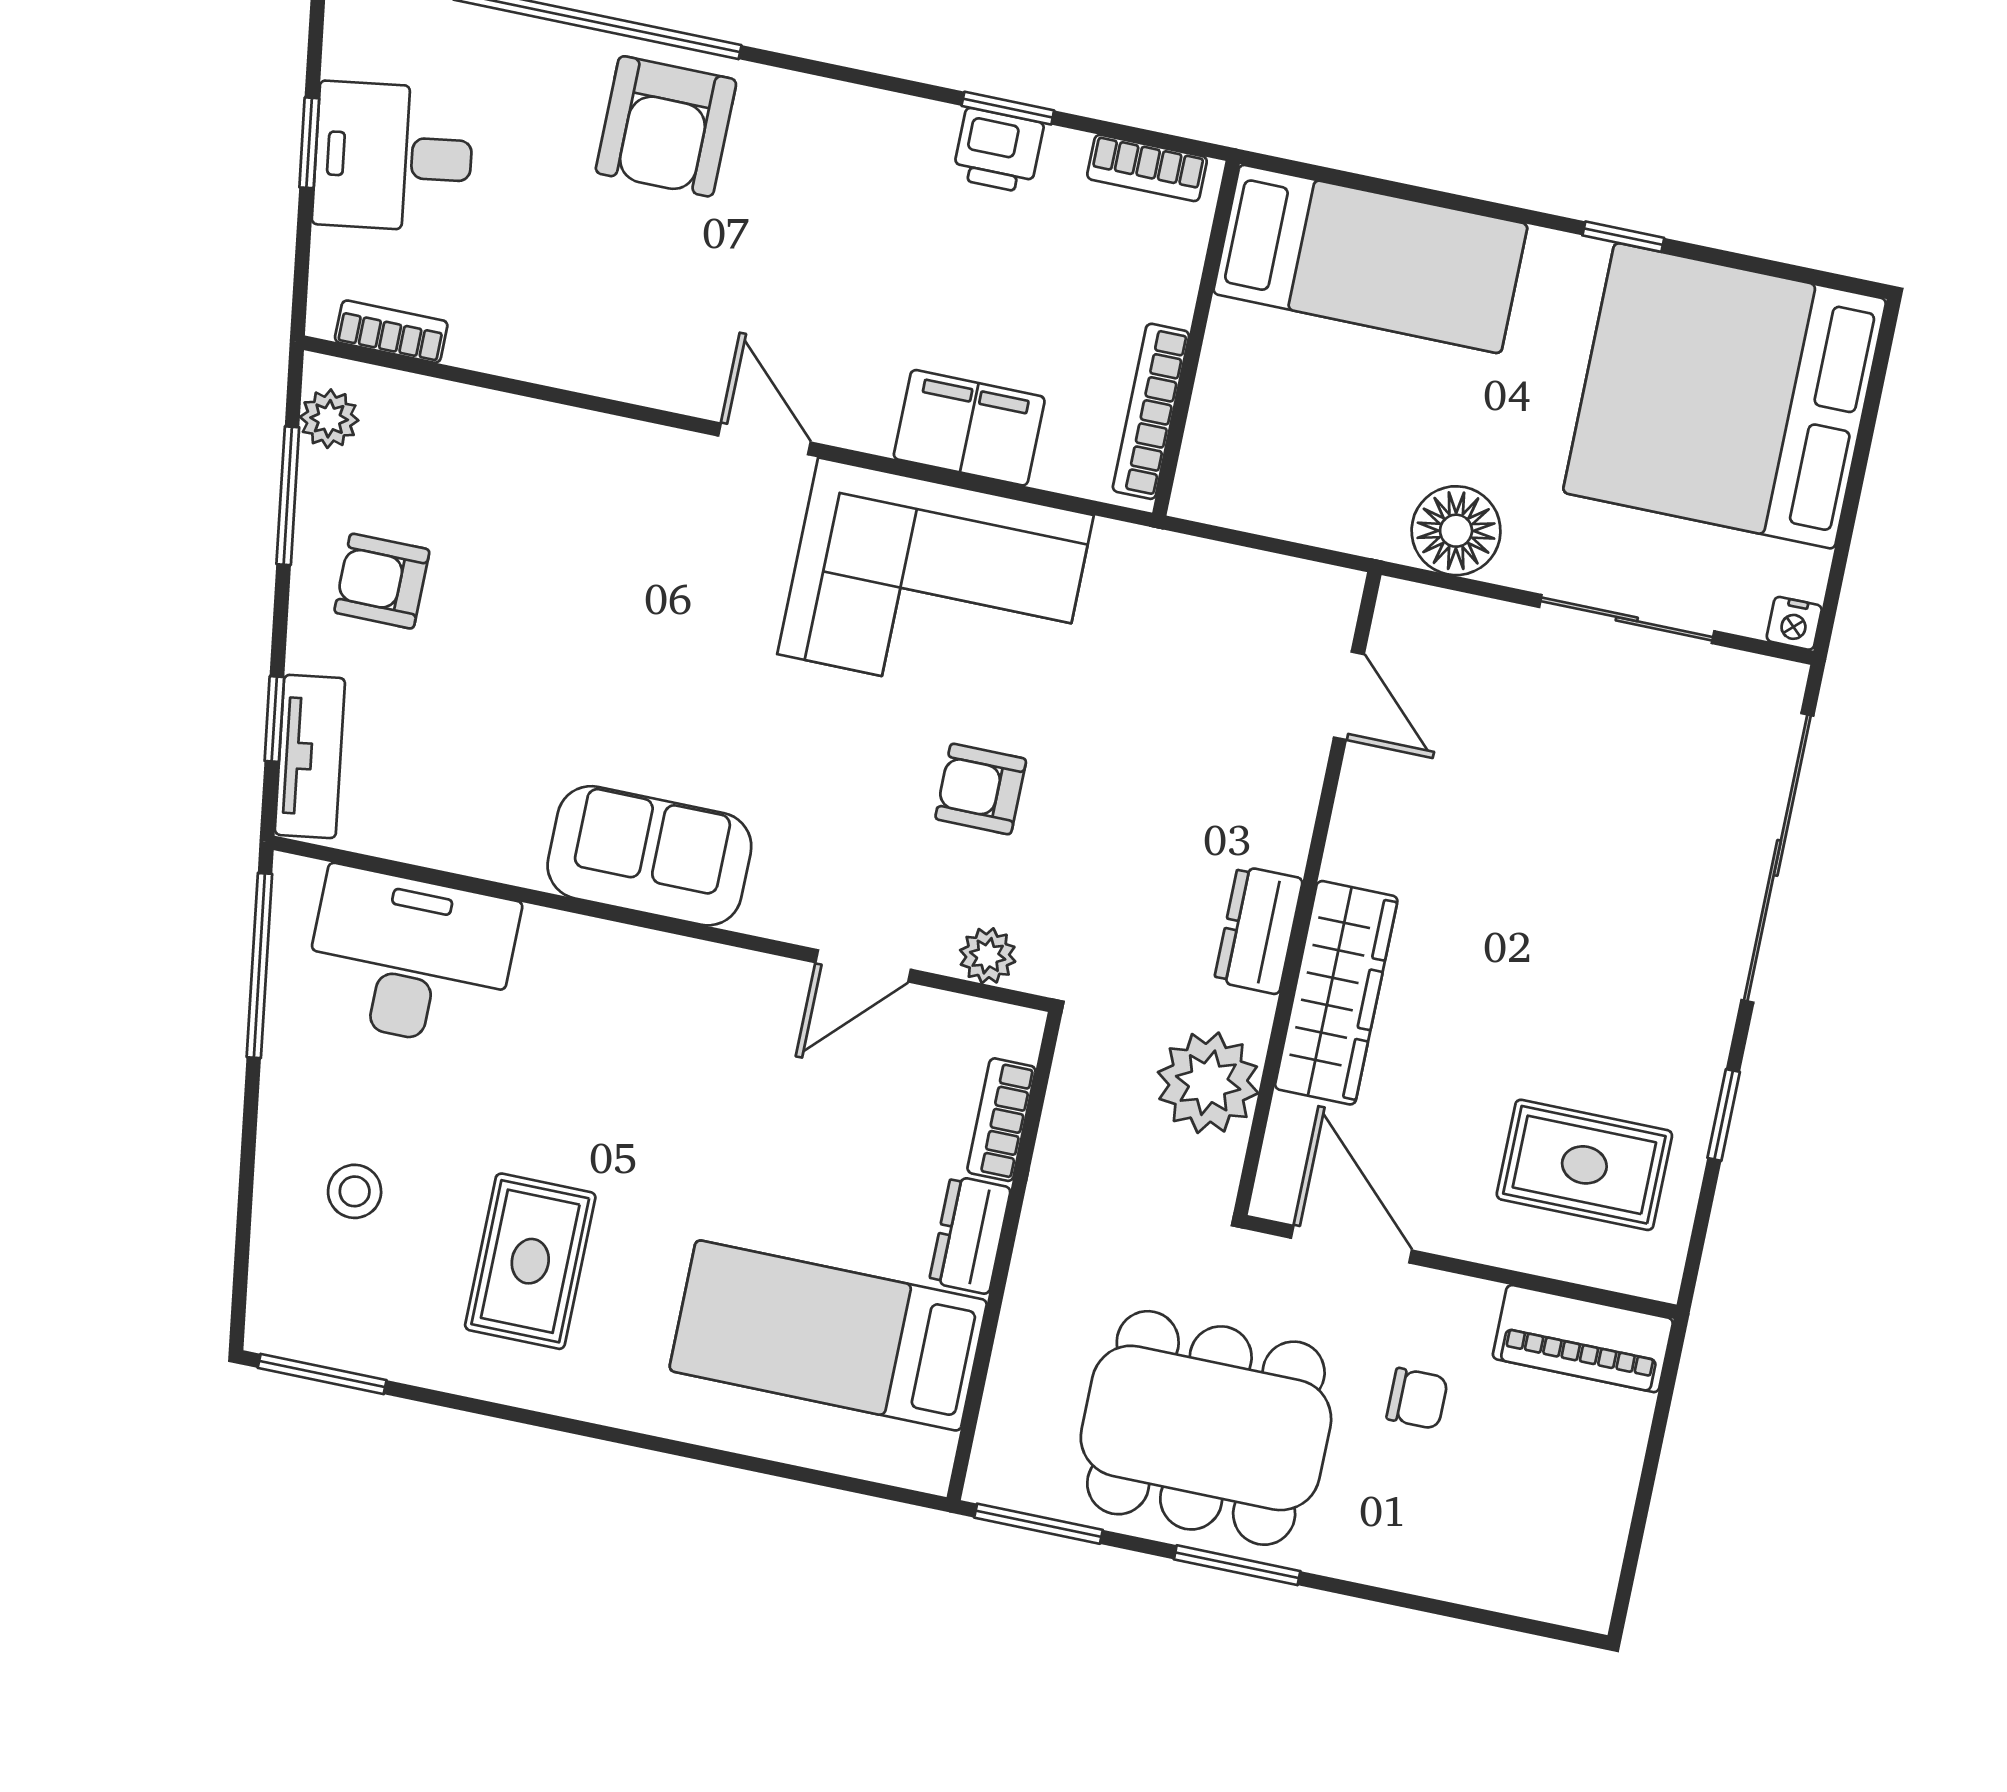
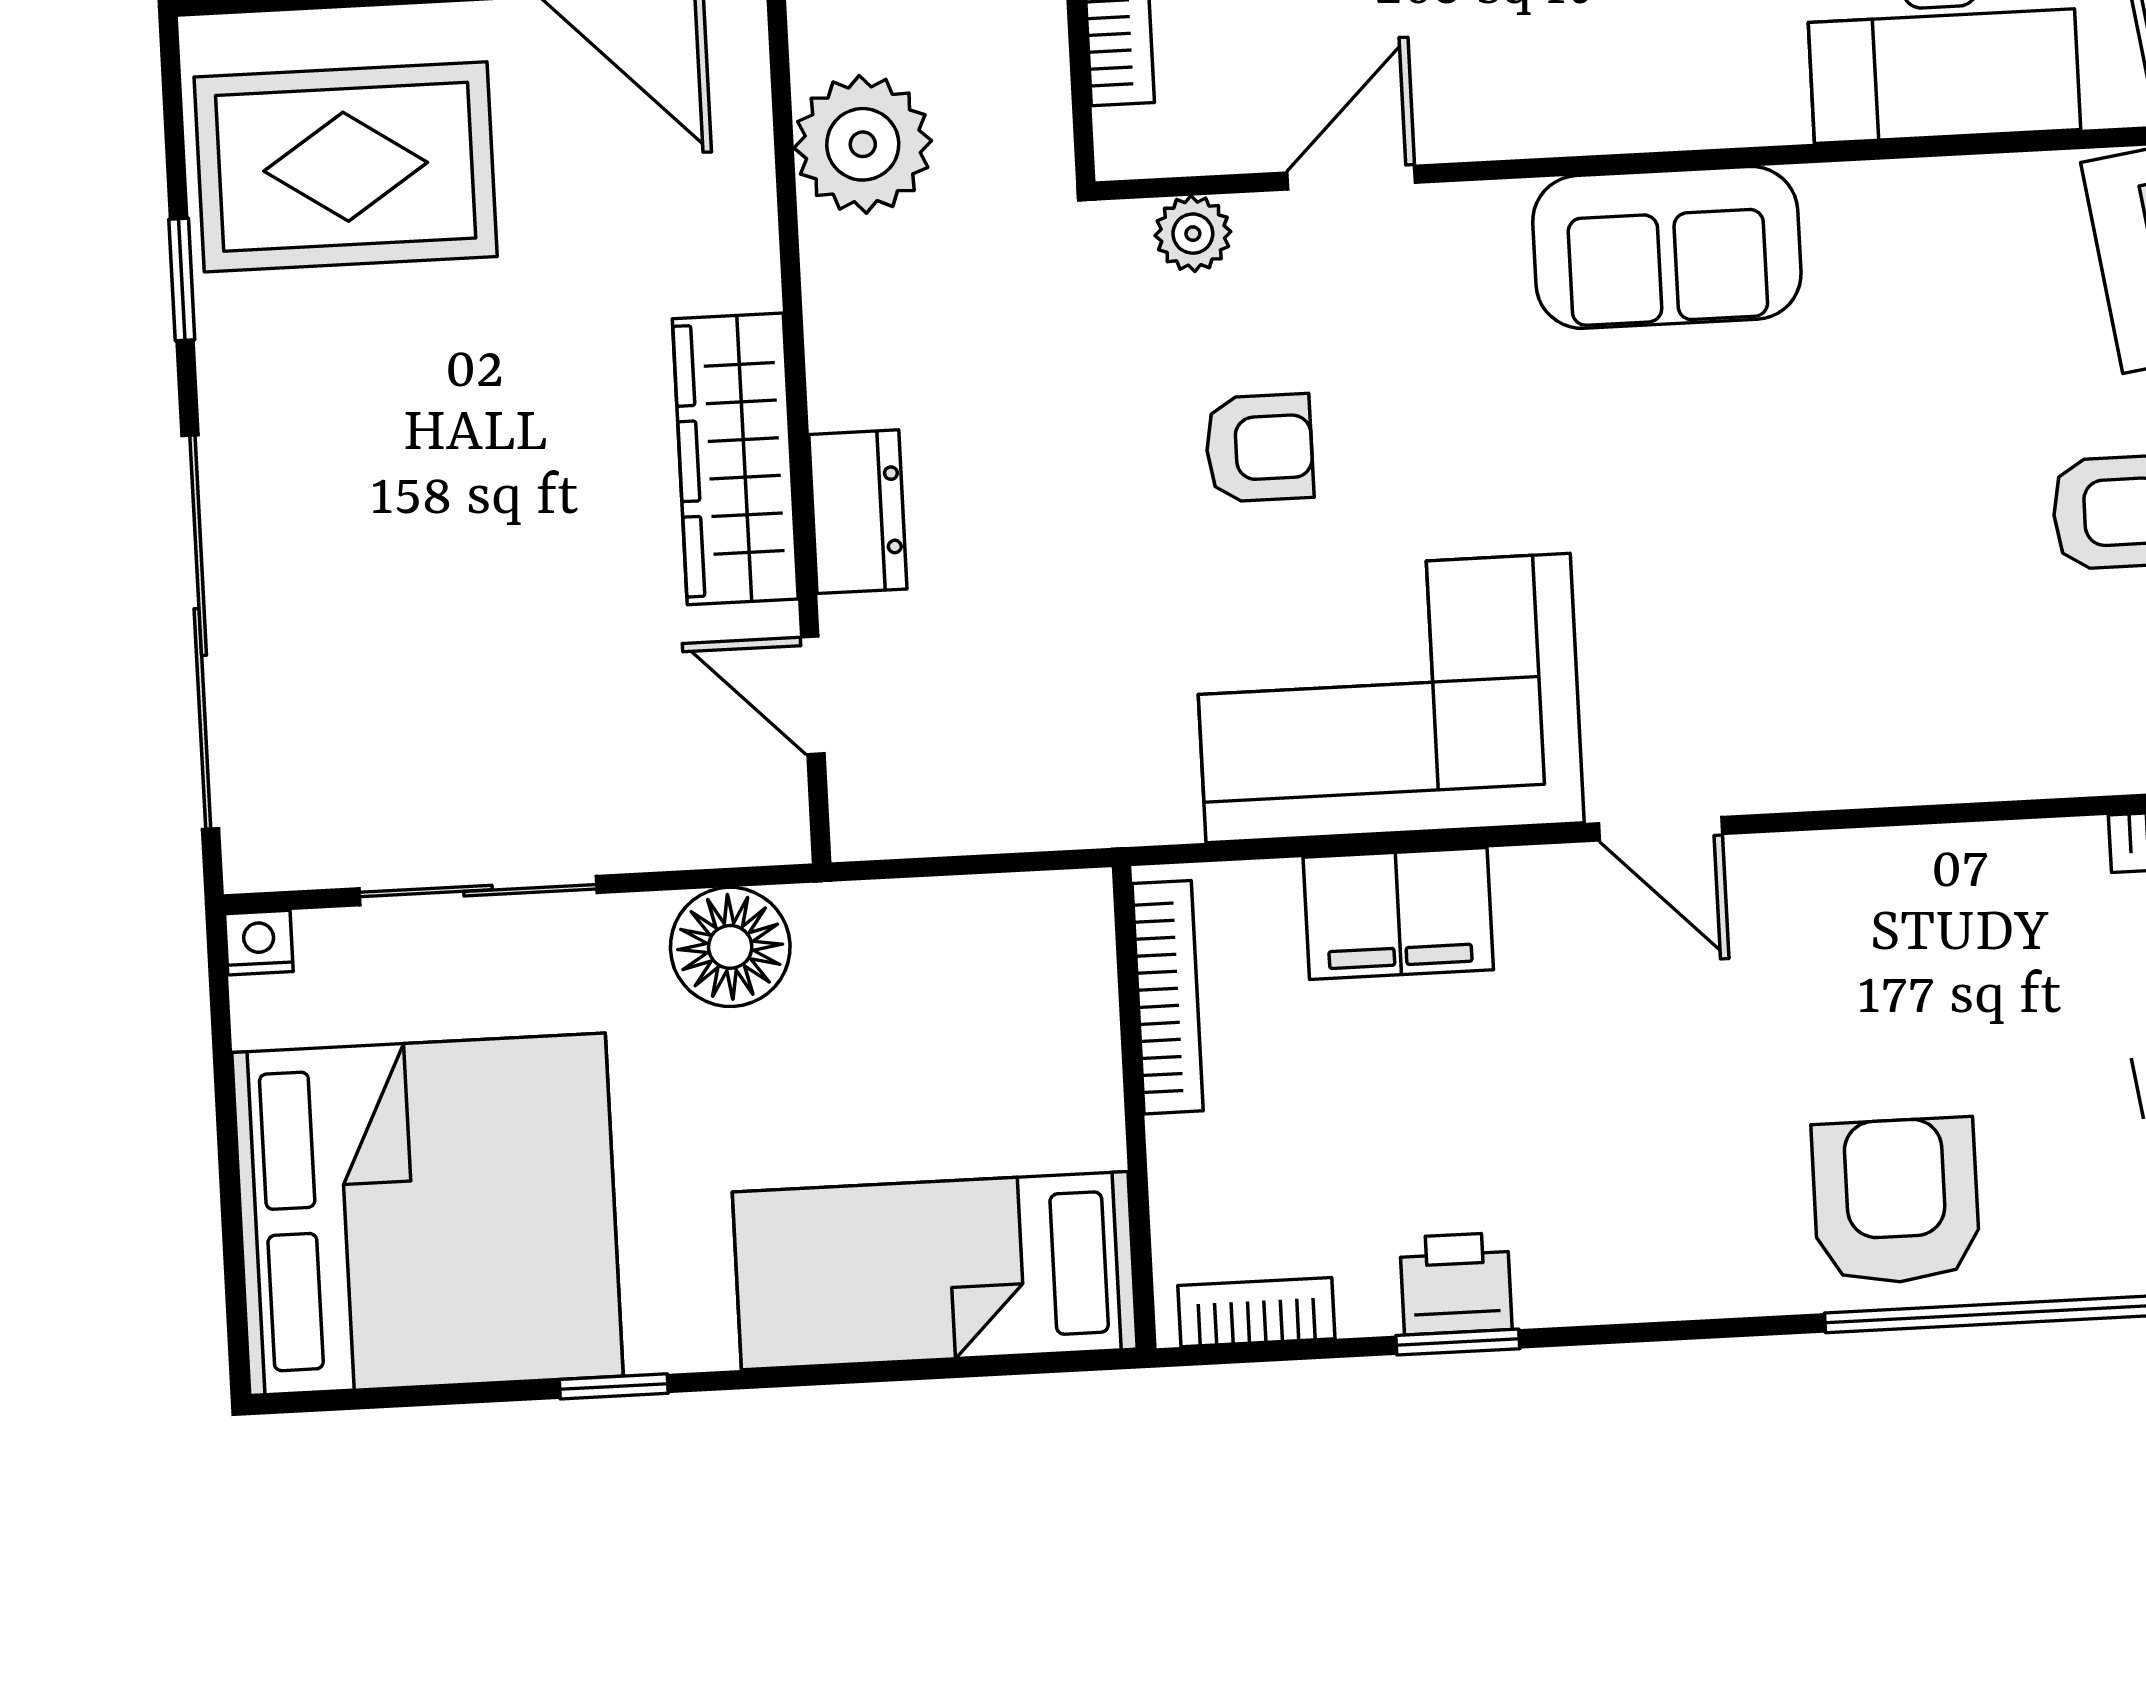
dresser: (1258, 930) -> (858, 512), moved
wardrobe: (1336, 993) -> (735, 459), moved
rug: (1584, 1165) -> (346, 167), width x1.36, depth x1.43

